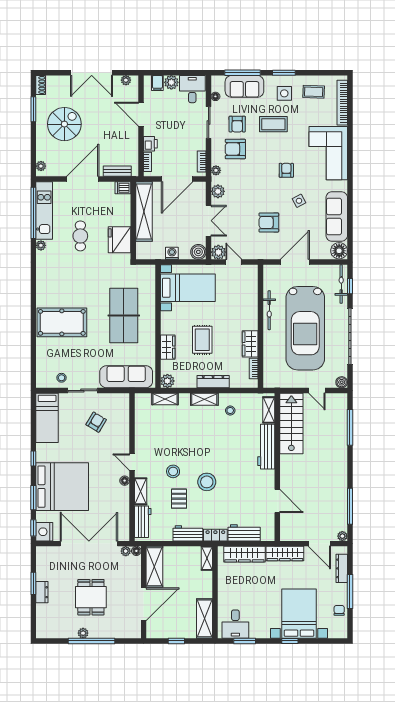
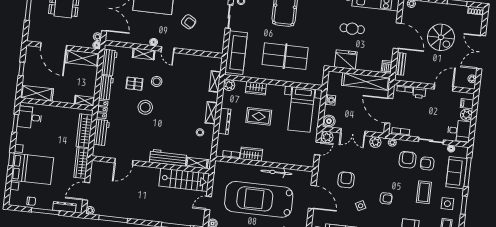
spiral stairs: (64, 124) -> (441, 37), moved
armchair: (96, 422) -> (189, 22), moved
door: (132, 462) -> (168, 50), swing flipped
workbench: (143, 522) -> (109, 62), moved, turned -90

